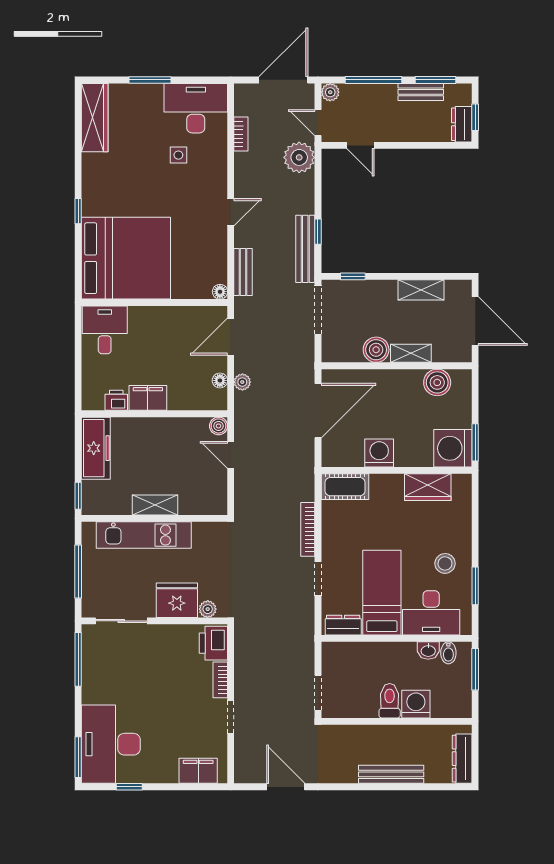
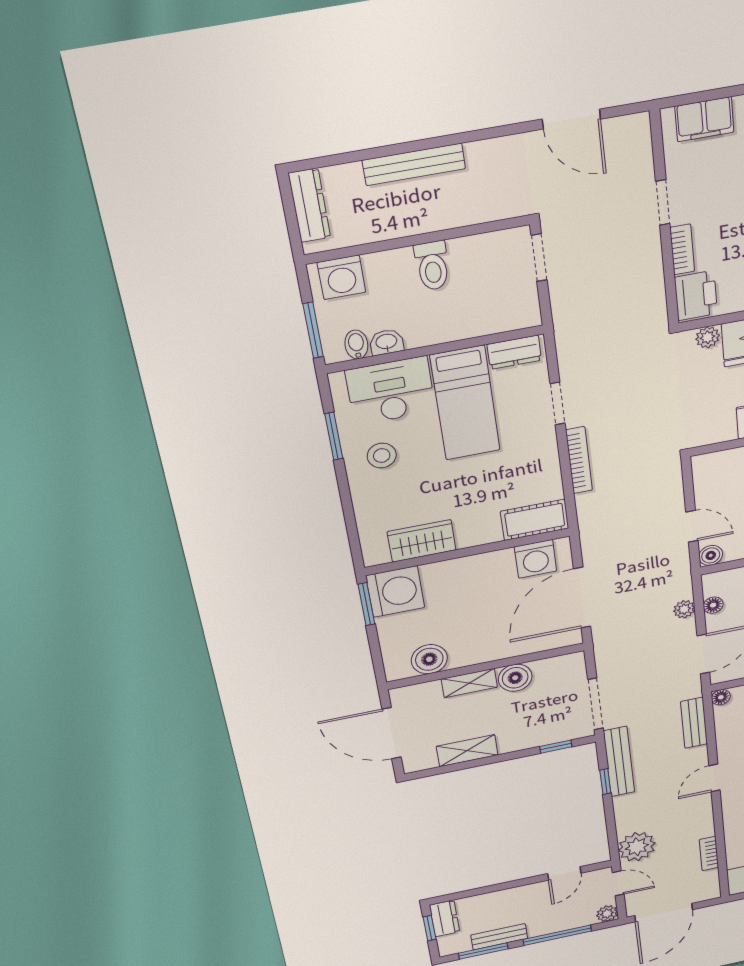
door: (360, 145) -> (564, 873), swing flipped
washing machine: (379, 453) -> (536, 559), moved
washing machine: (416, 704) -> (341, 277), moved

